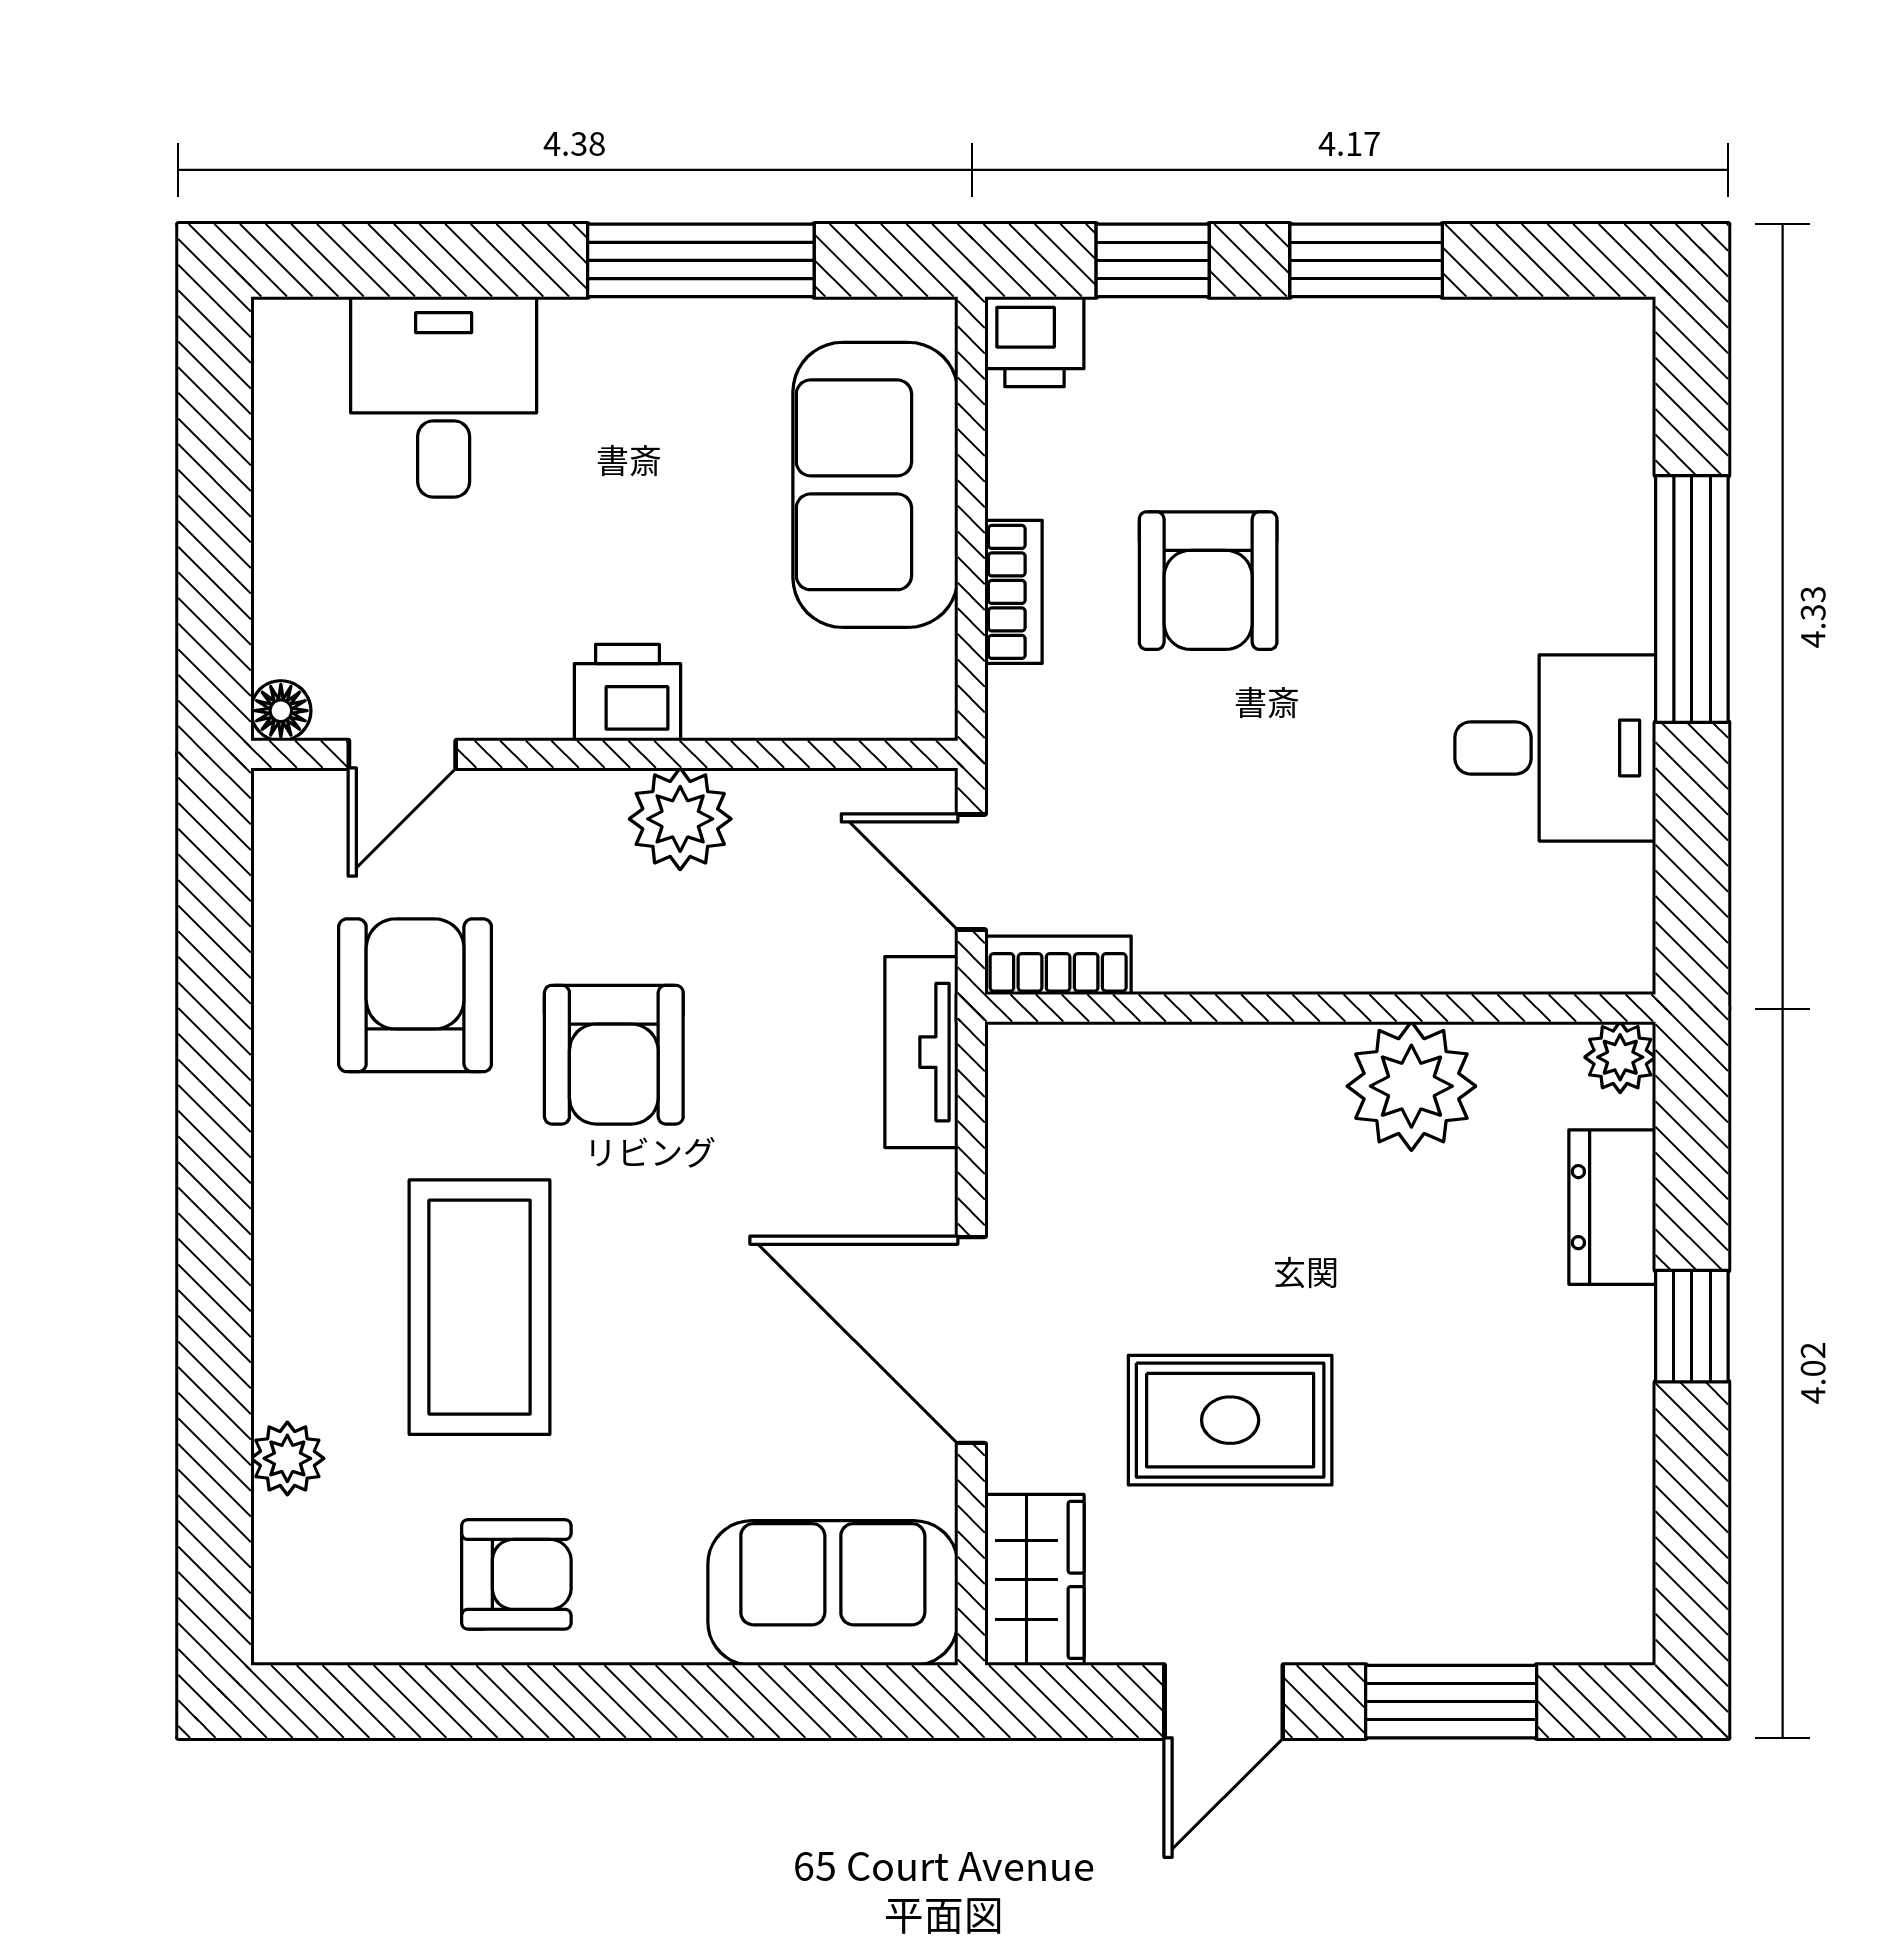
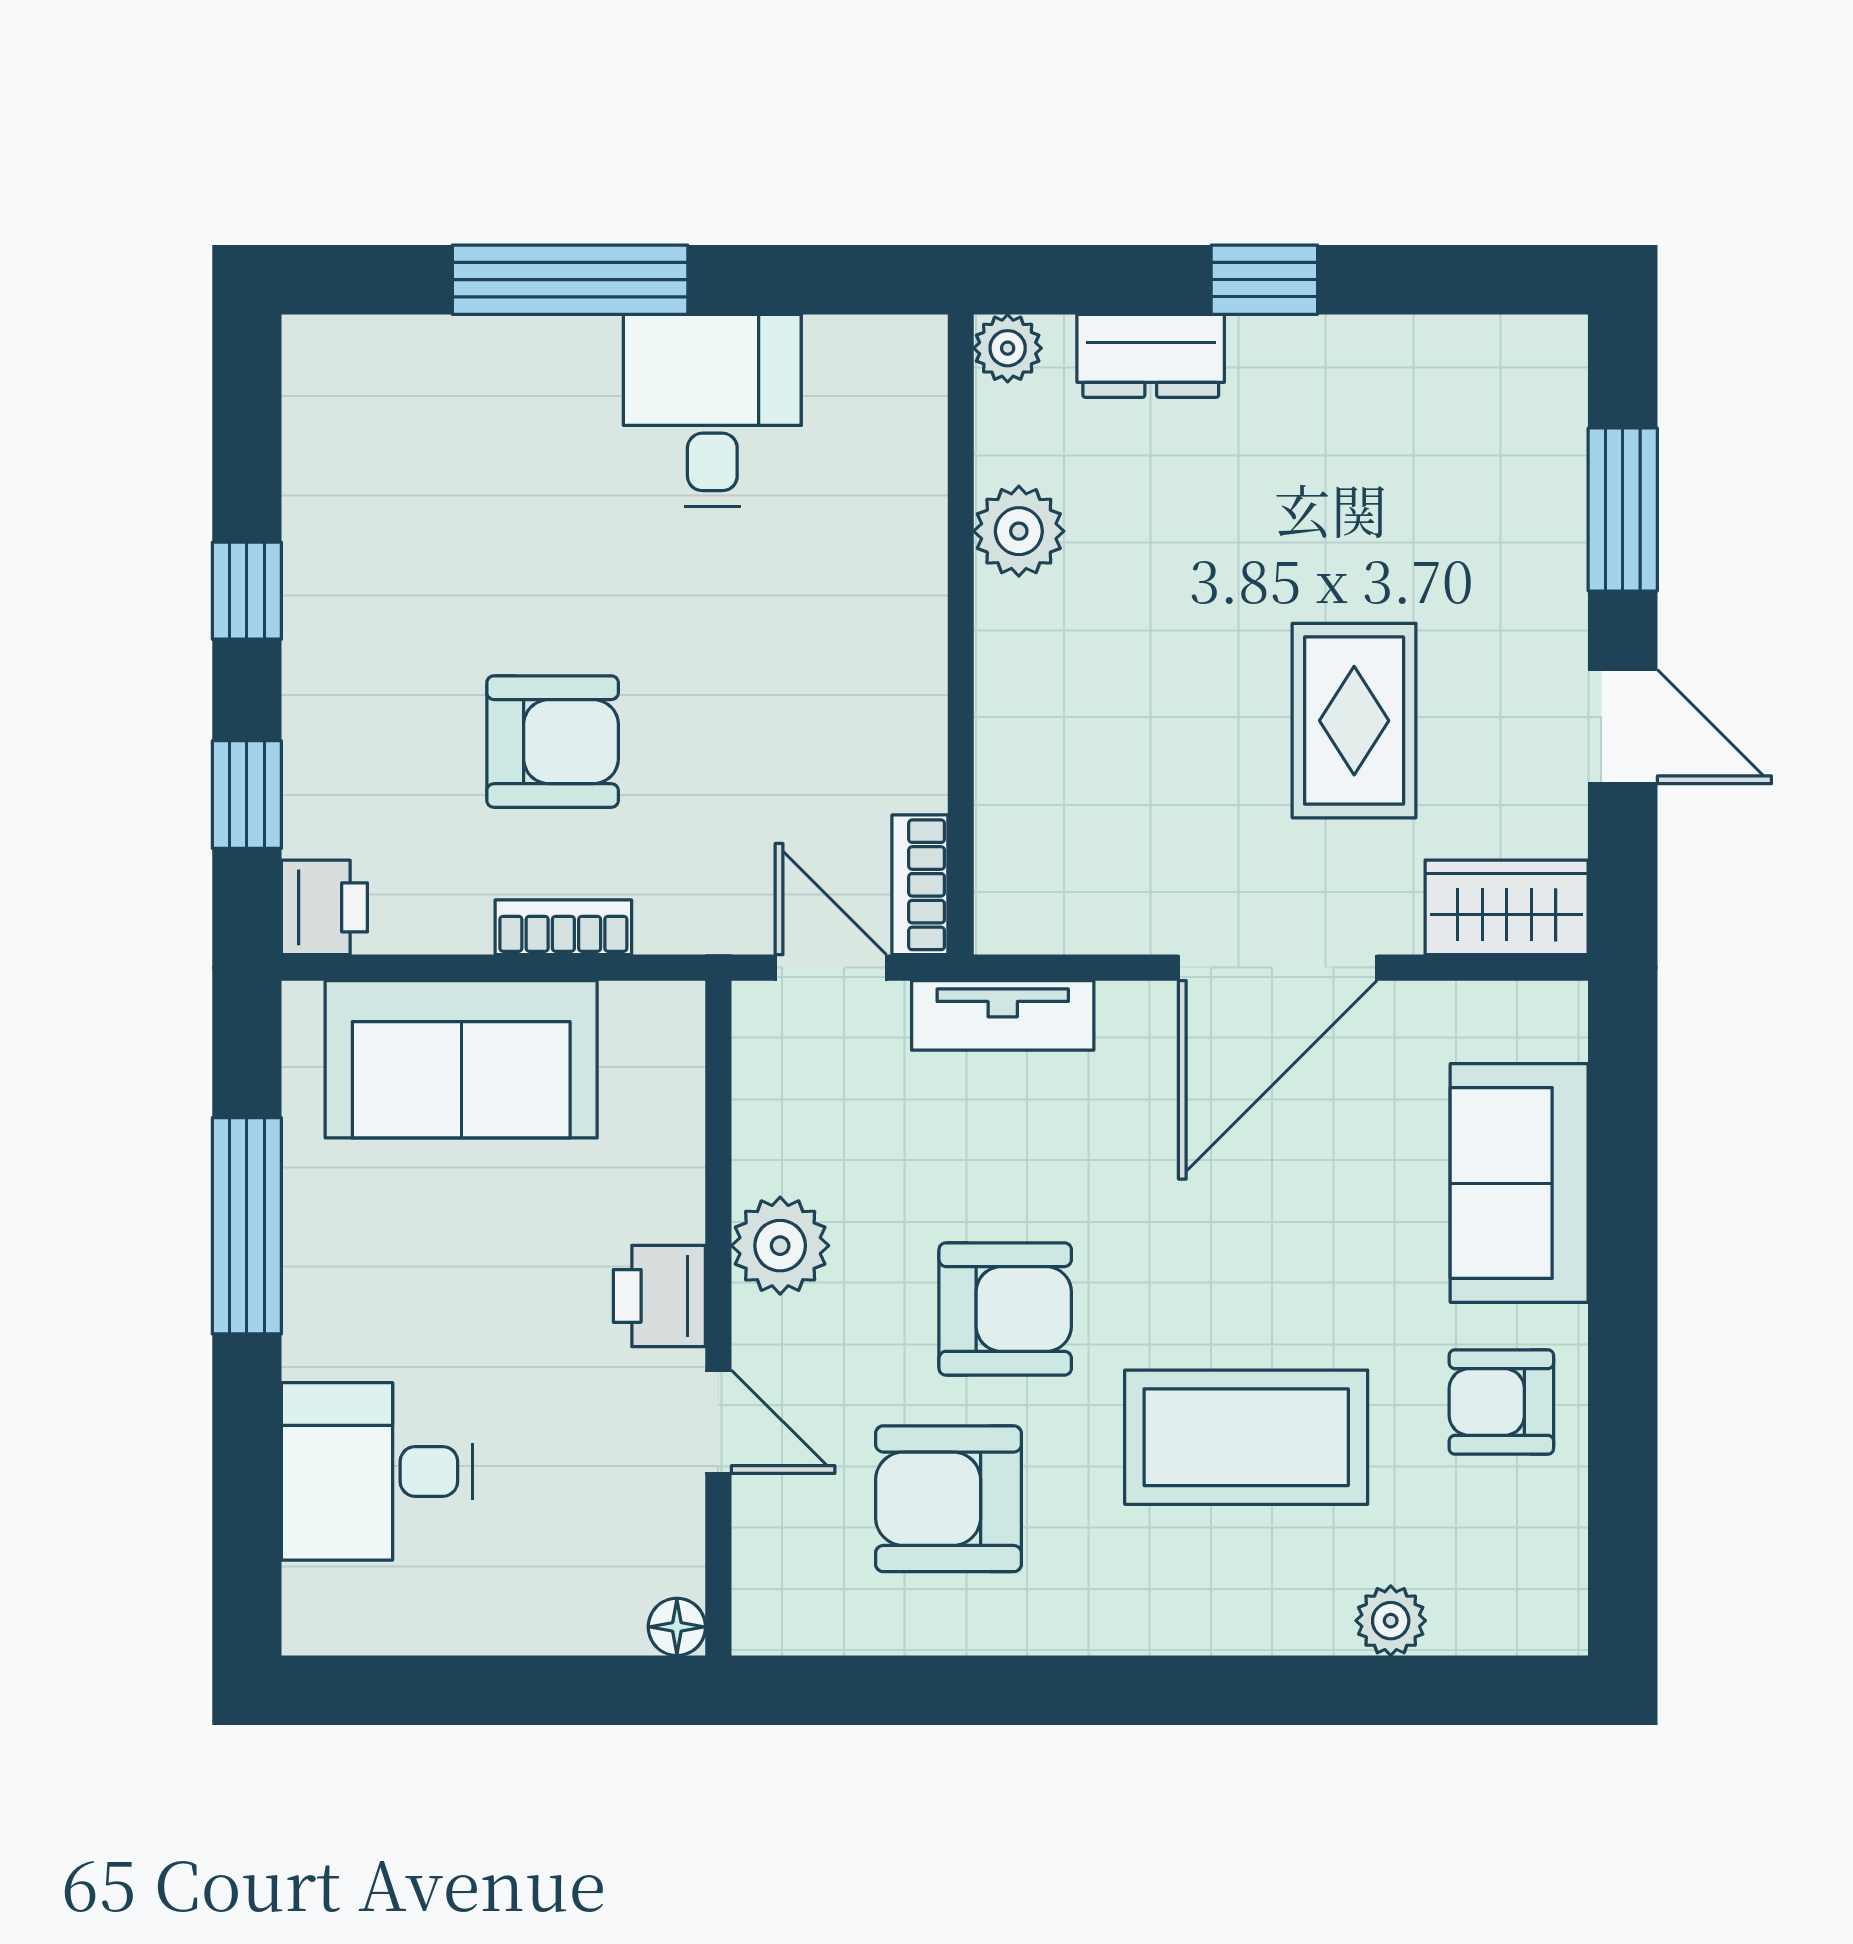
window: (1366, 260) -> (247, 591), width x0.67
door: (402, 754) -> (718, 1422), moved
door: (971, 872) -> (831, 968), swing flipped
plant: (1411, 1086) -> (1019, 531), width x0.73, depth x0.73
armchair: (516, 1574) -> (1501, 1402), turned -90
sofa: (833, 1593) -> (1519, 1183), moved

